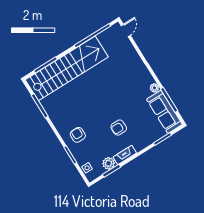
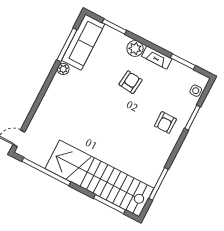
armchair: (119, 128) -> (130, 82), turned -84
plant: (109, 163) -> (135, 48), moved

